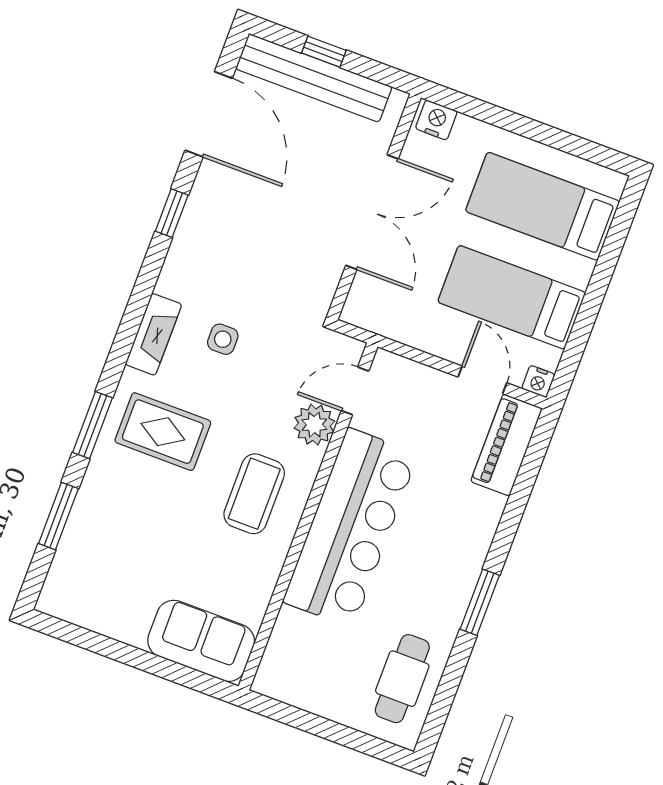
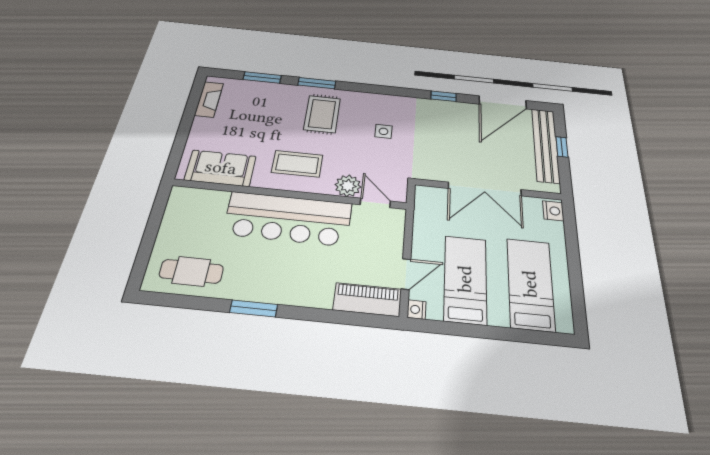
fireplace: (153, 334) -> (209, 99), moved, turned -90
sofa: (201, 641) -> (221, 168), moved, turned -90

